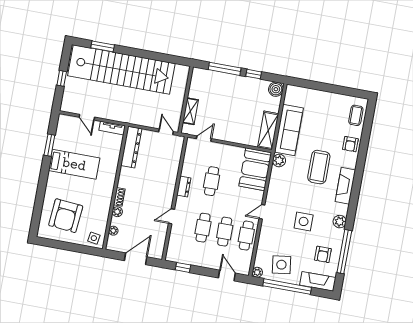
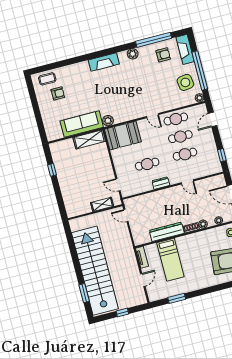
window: (225, 69) -> (58, 194), removed
boiler: (276, 89) -> (56, 148), removed
door: (166, 132) -> (126, 216), hinge flipped
armchair: (350, 144) -> (58, 93), moved
dresser: (131, 147) -> (167, 232), moved
bed: (74, 164) -> (170, 260), moved, turned 180
coffee table: (319, 167) -> (99, 89), removed
side table: (304, 221) -> (145, 81), removed

